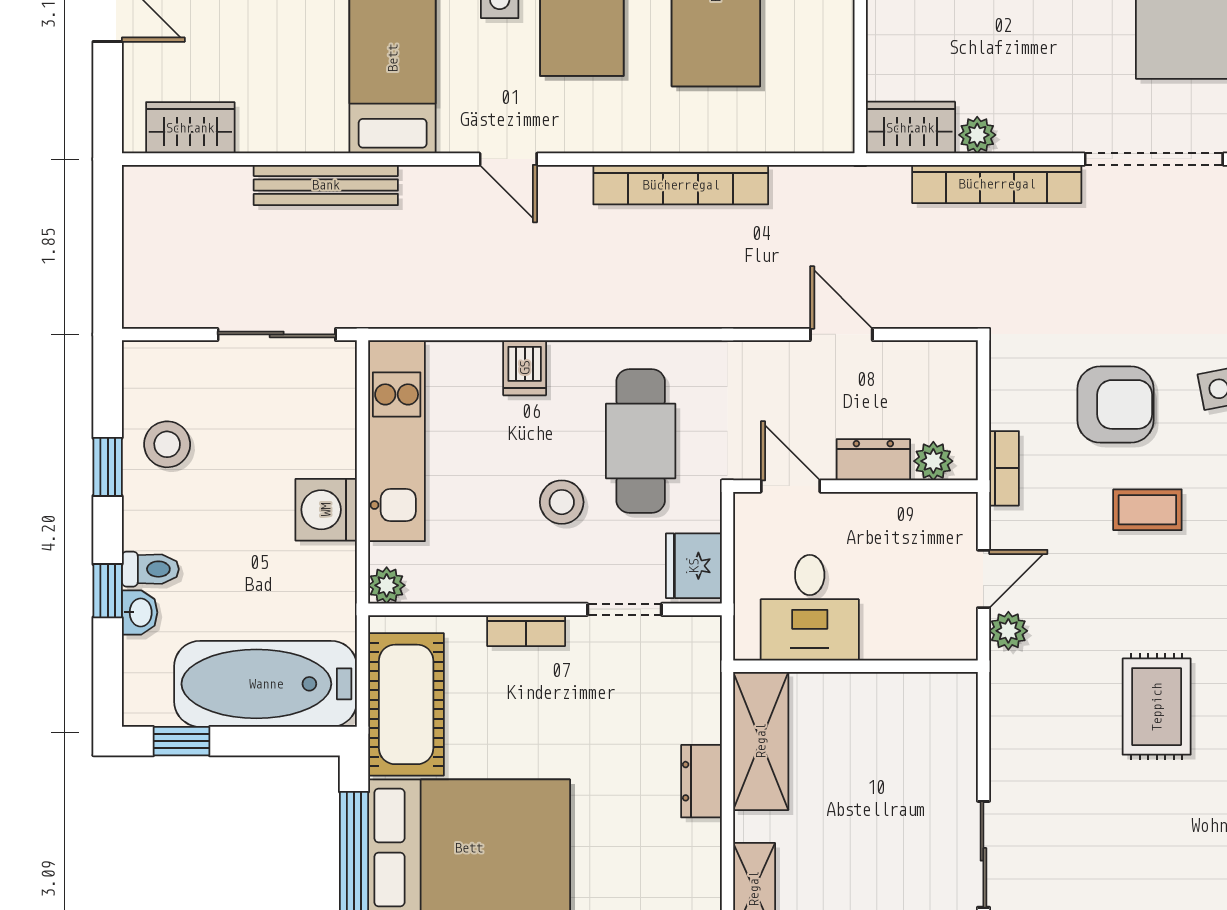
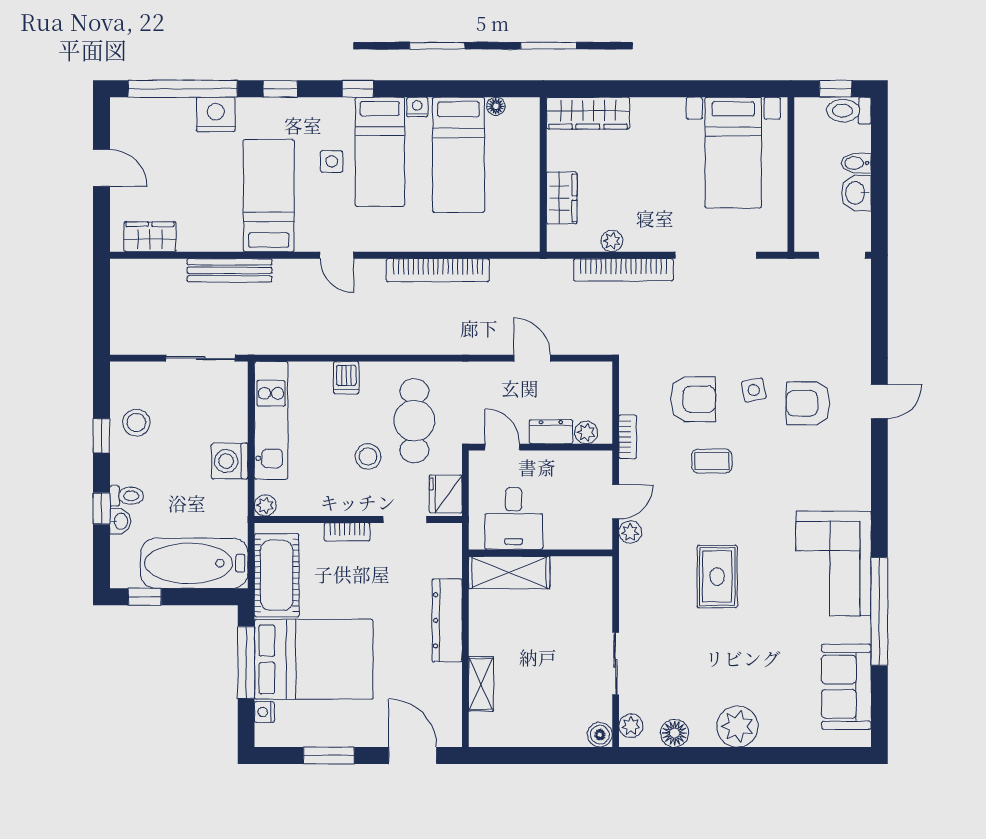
wardrobe: (910, 128) -> (562, 198), moved, turned 90
shelving: (761, 741) -> (509, 572), moved, turned 90
dresser: (701, 781) -> (447, 620), width x1.96, depth x1.24

